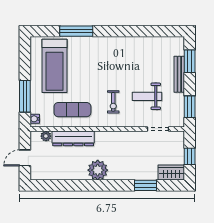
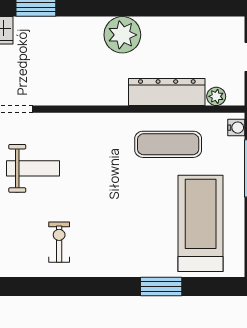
window: (76, 31) -> (161, 286), width x0.69
exercise bike: (113, 102) -> (59, 242), moved

